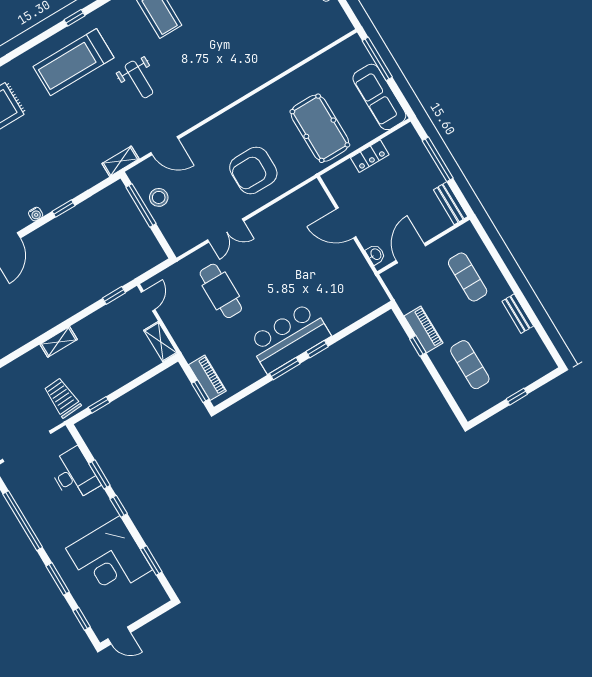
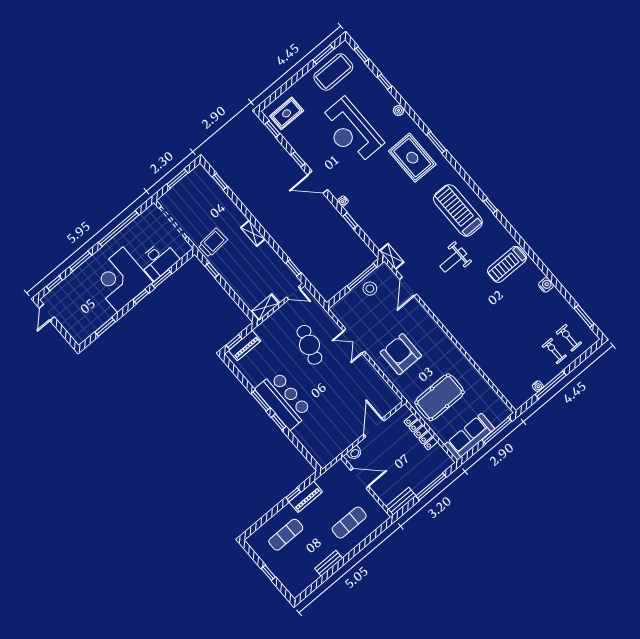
locker: (370, 156) -> (421, 432), width x1.53
cafe table: (221, 291) -> (309, 345), turned -72
corner desk: (109, 559) -> (120, 280), moved

